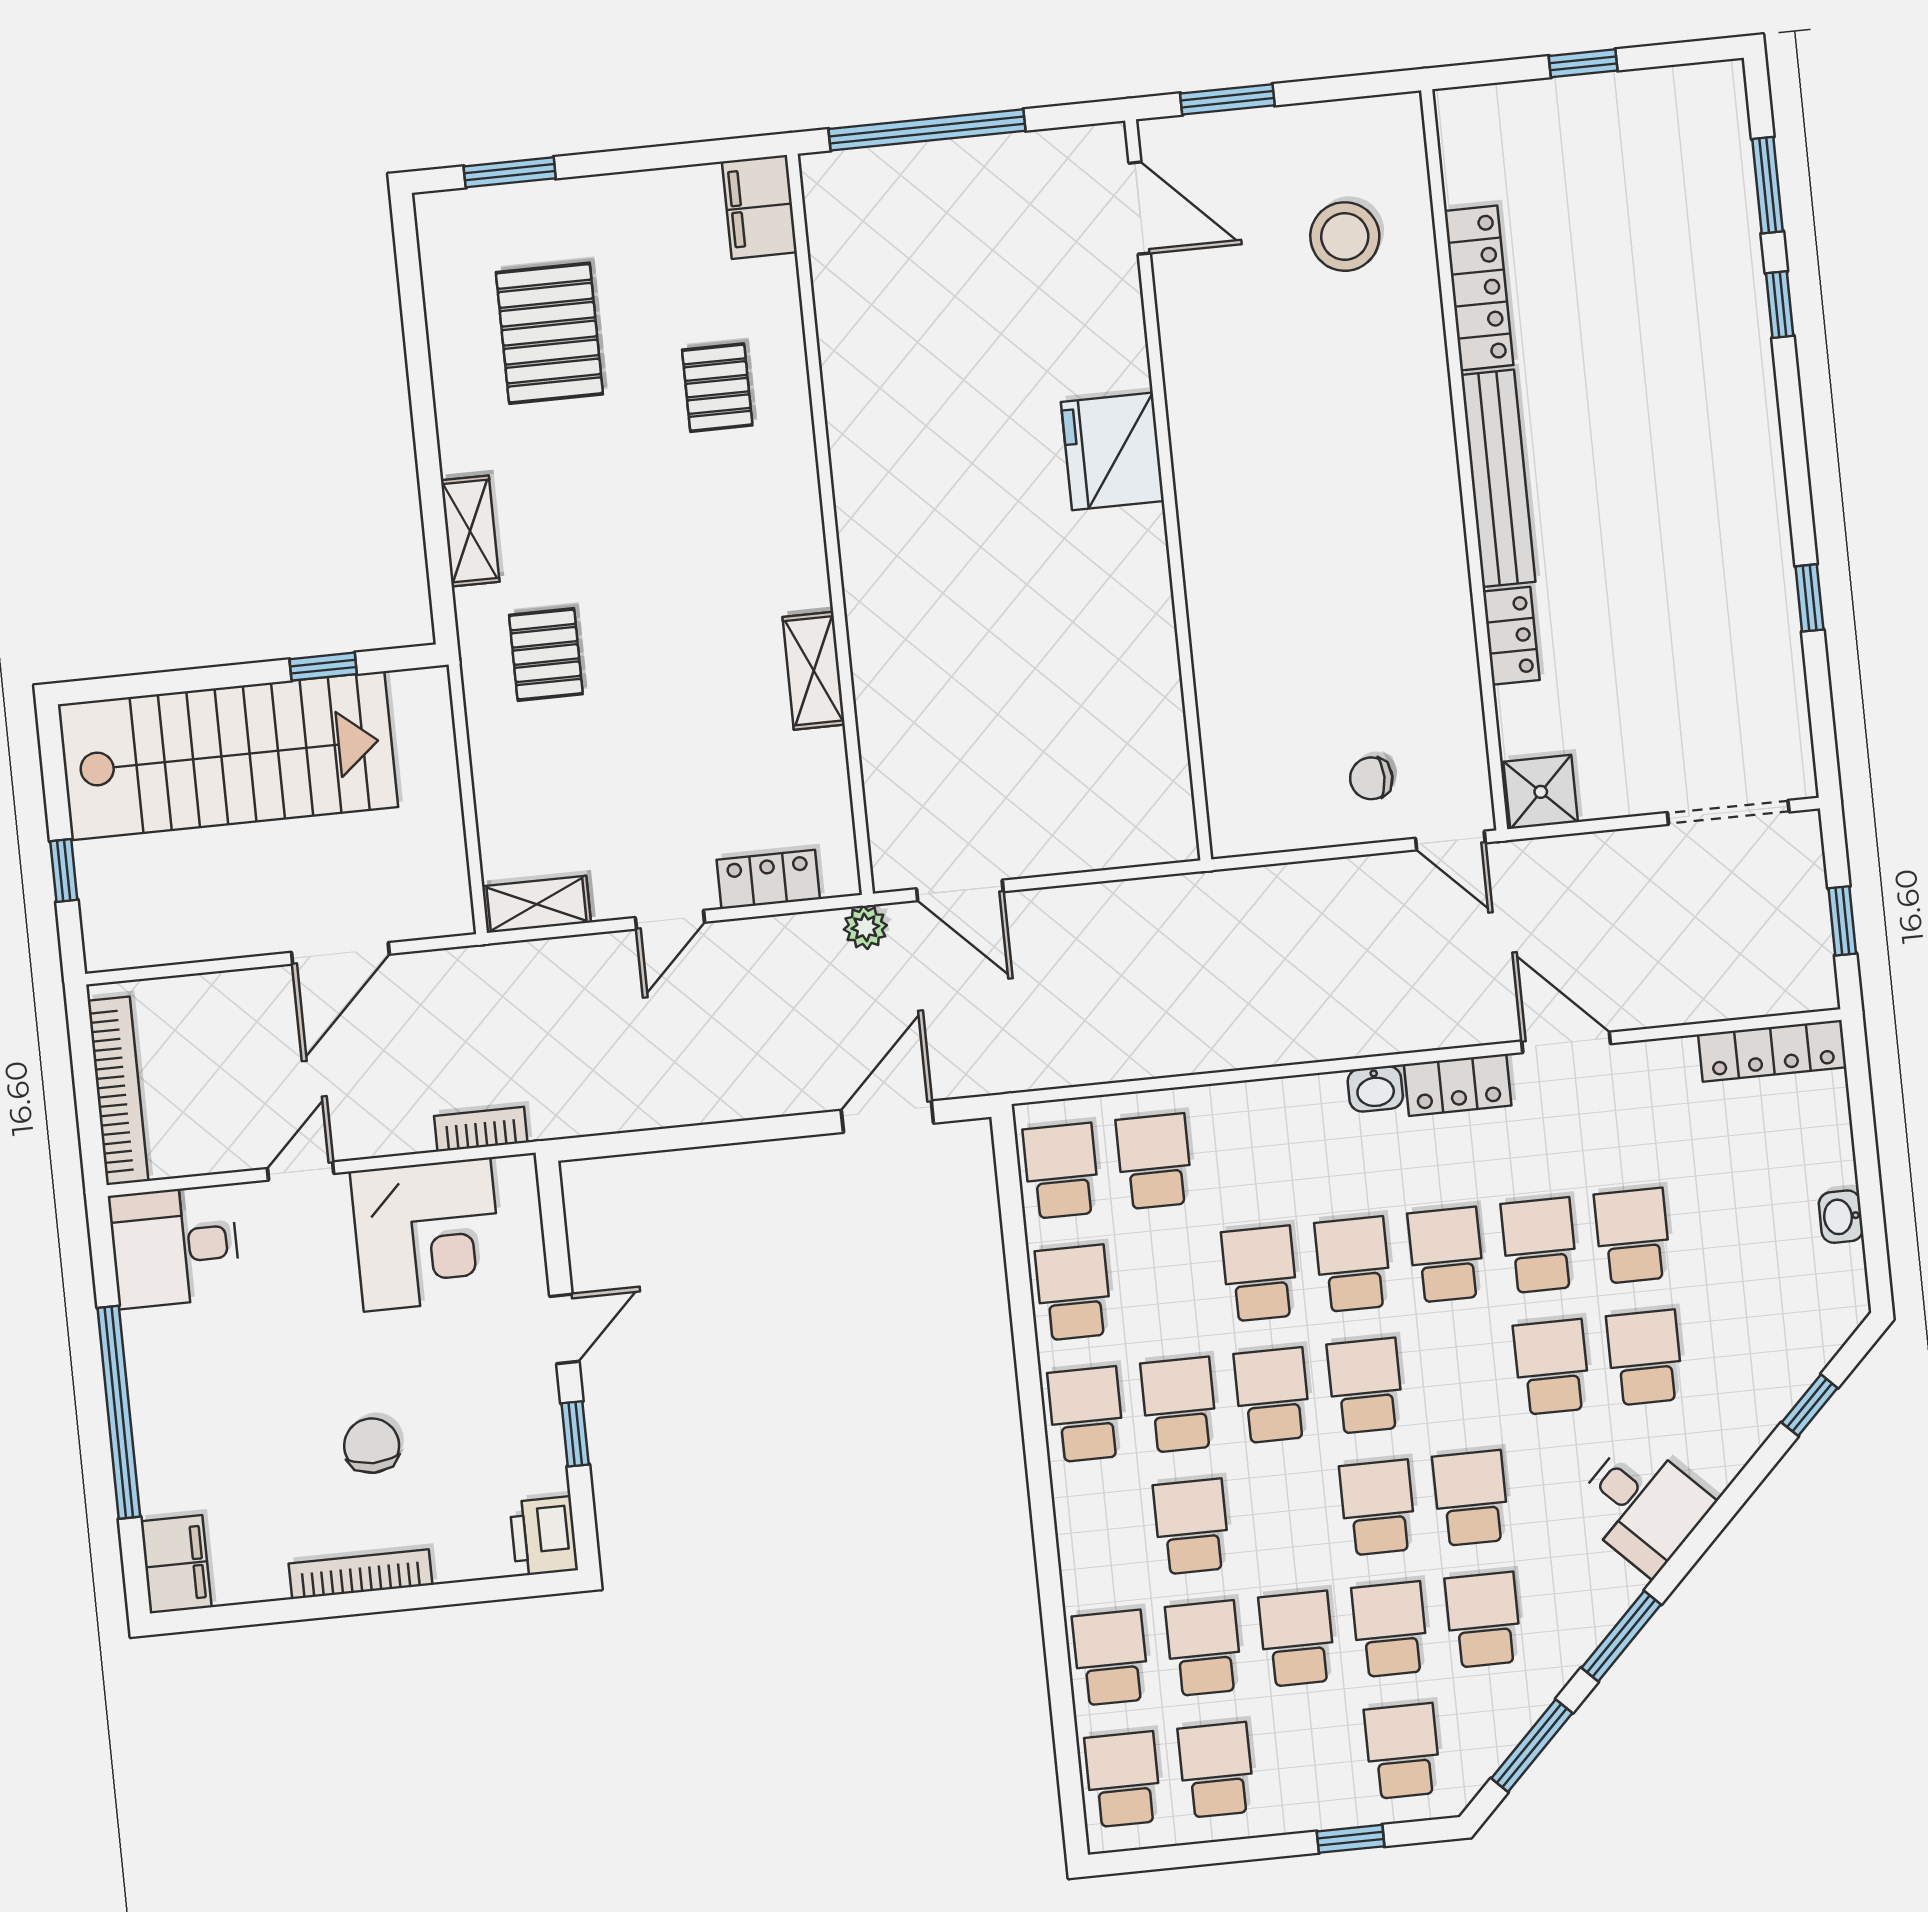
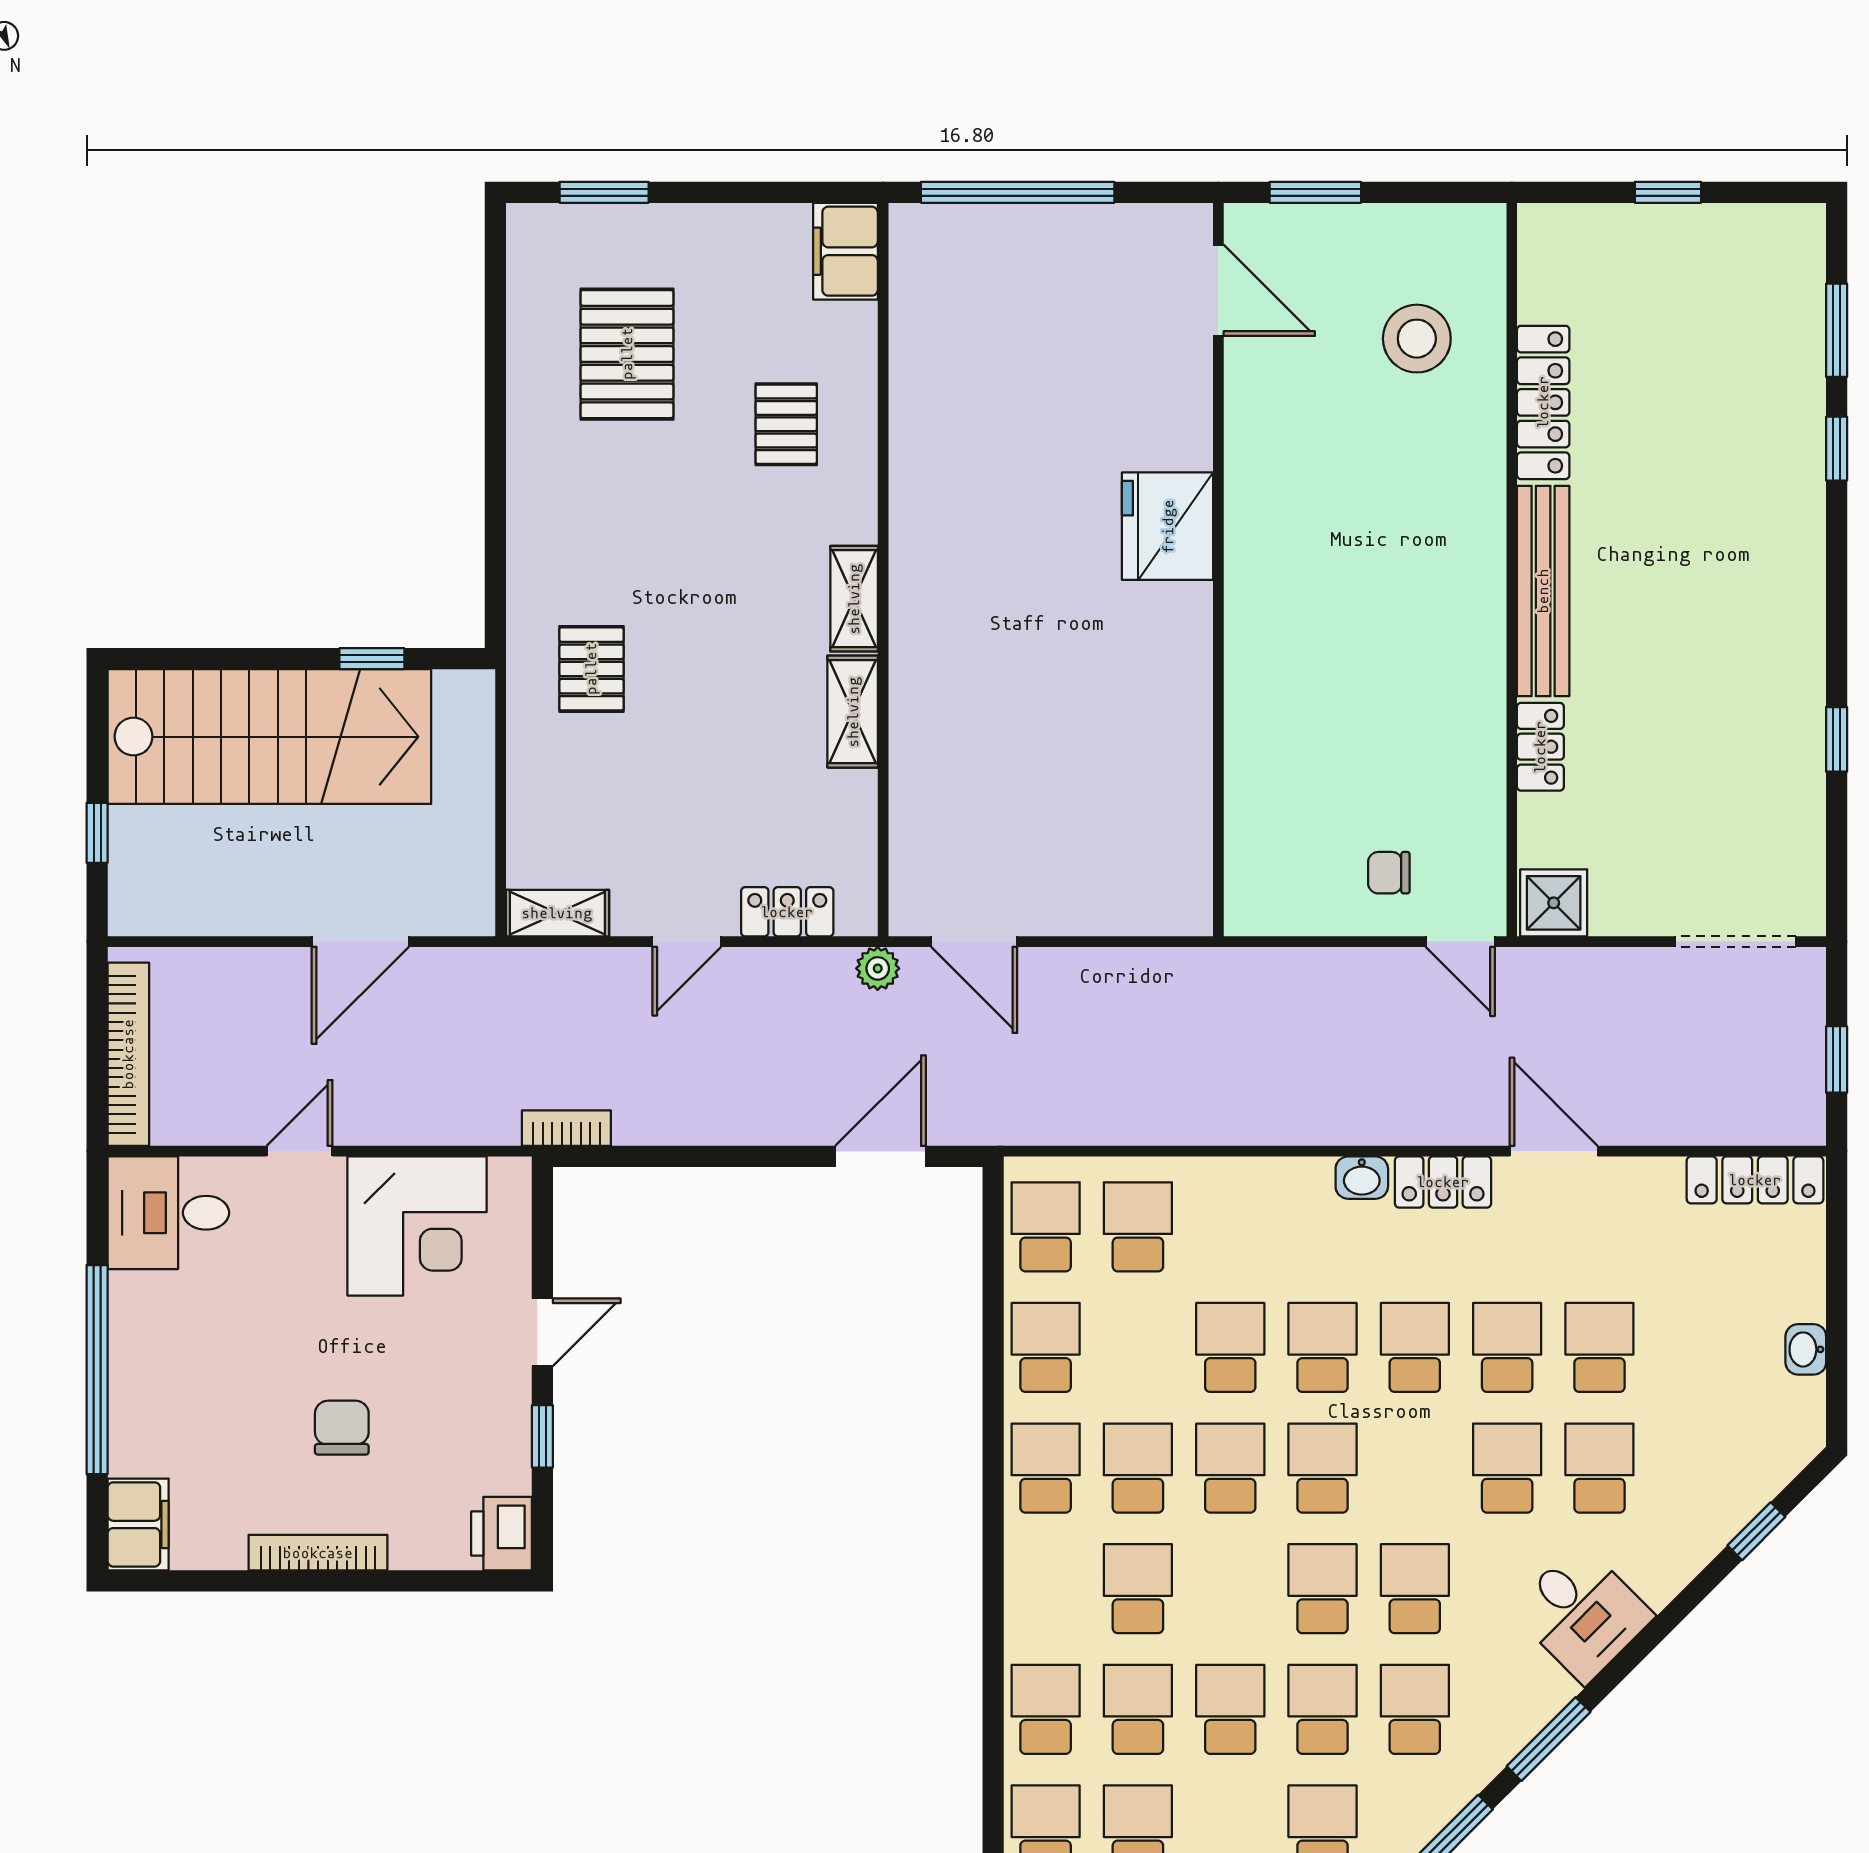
shelving: (470, 531) -> (854, 599), moved
bookcase: (481, 1129) -> (566, 1128), moved

